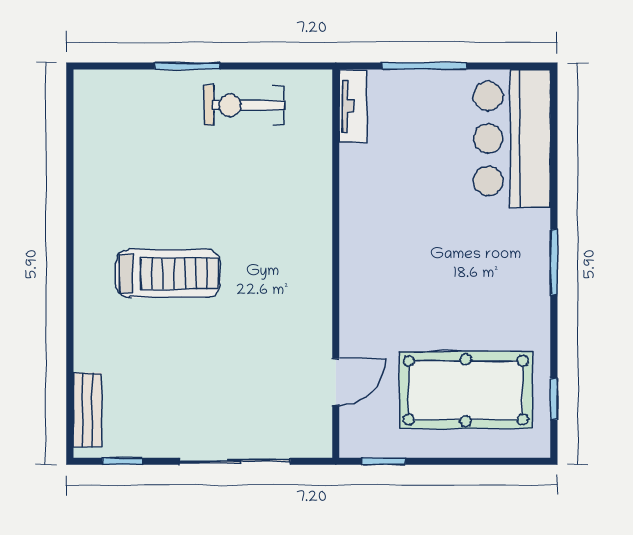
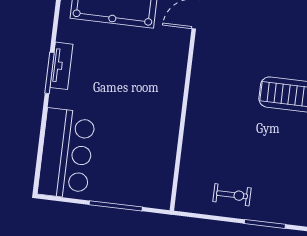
exercise bike: (244, 105) -> (232, 195), width x0.73, depth x0.72
tv unit: (353, 106) -> (61, 66), moved, turned 180

